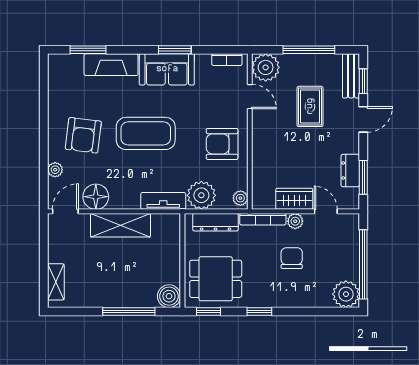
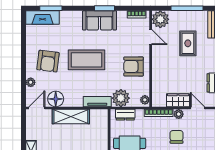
fireplace: (111, 65) -> (43, 17), moved
dresser: (215, 222) -> (125, 115), width x0.70

